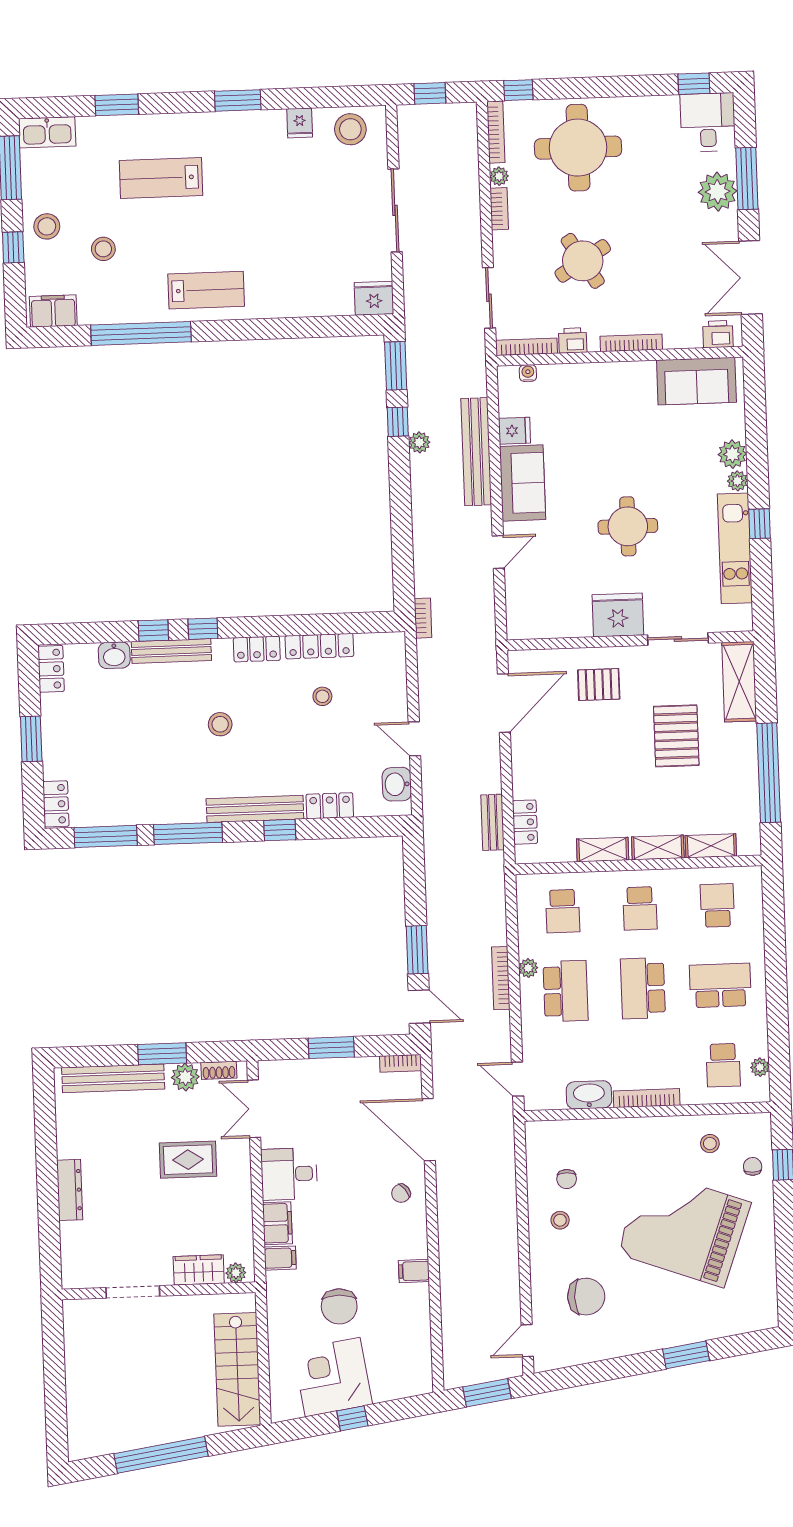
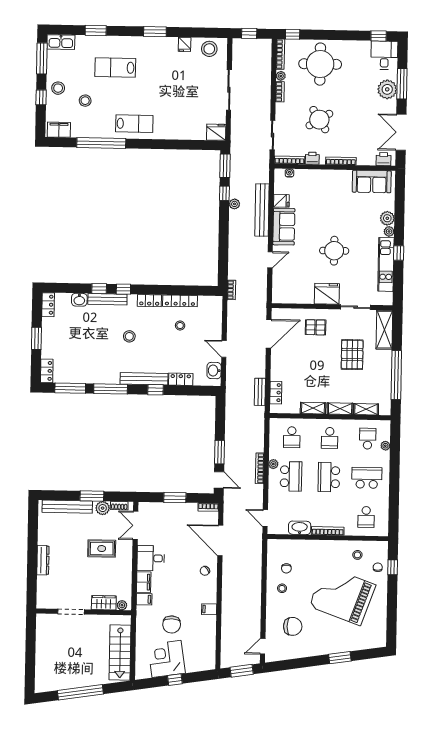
plant: (760, 1067) -> (385, 446), moved

